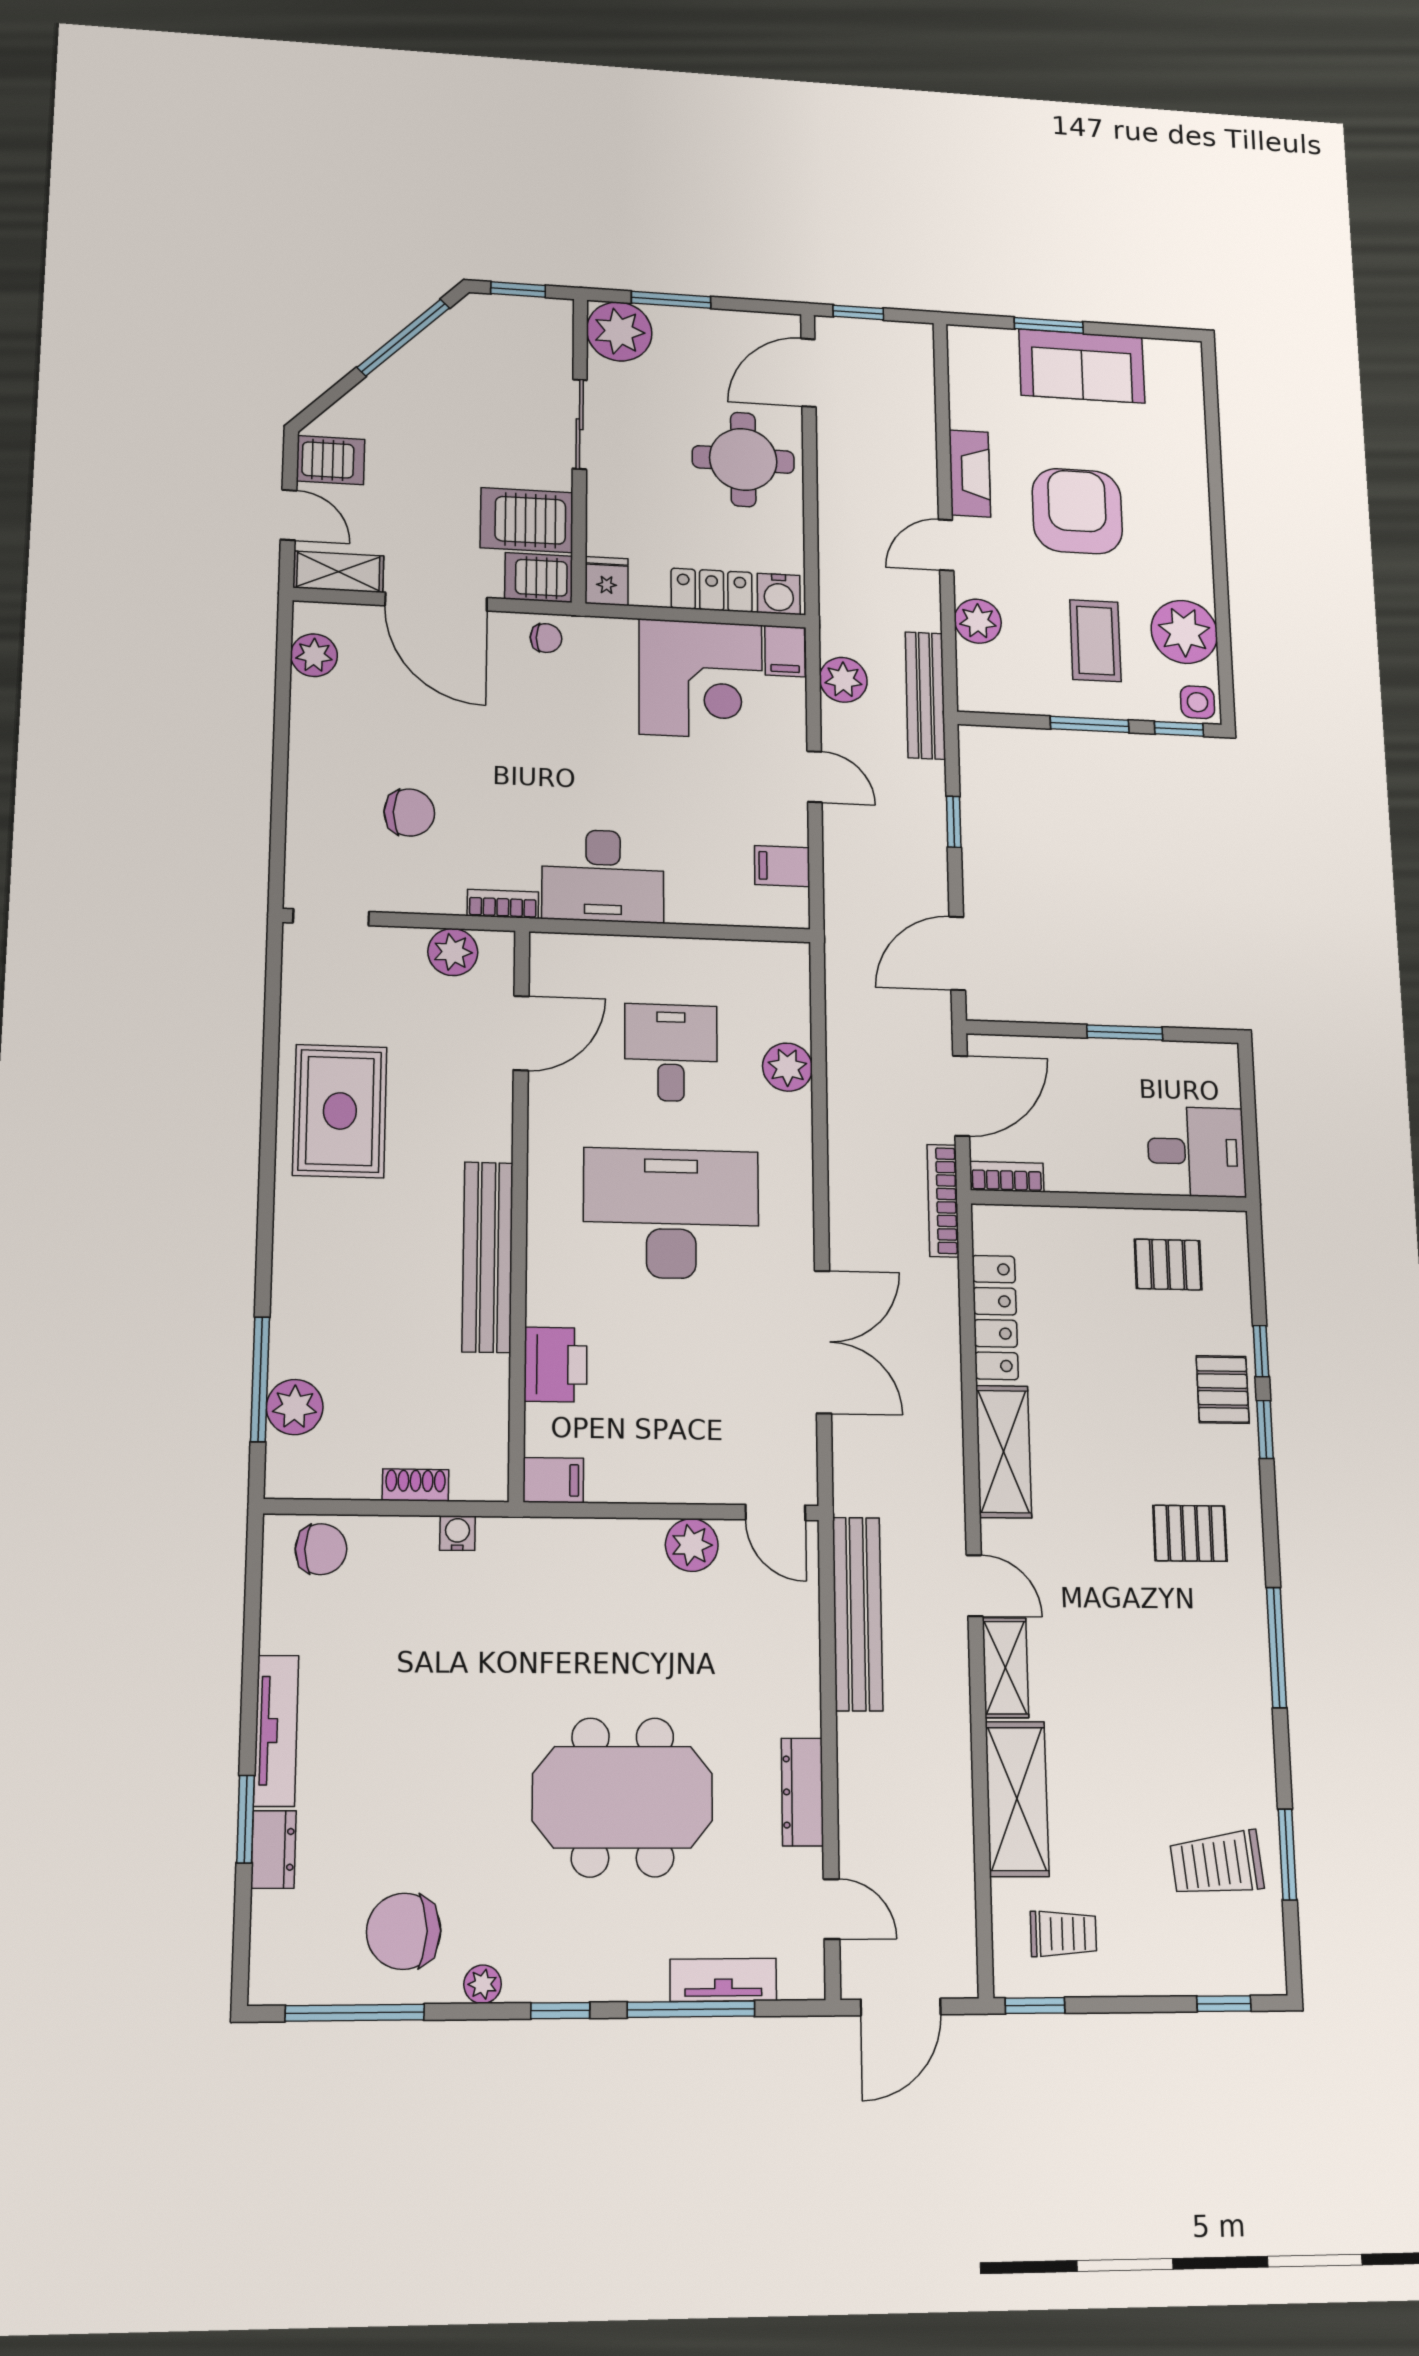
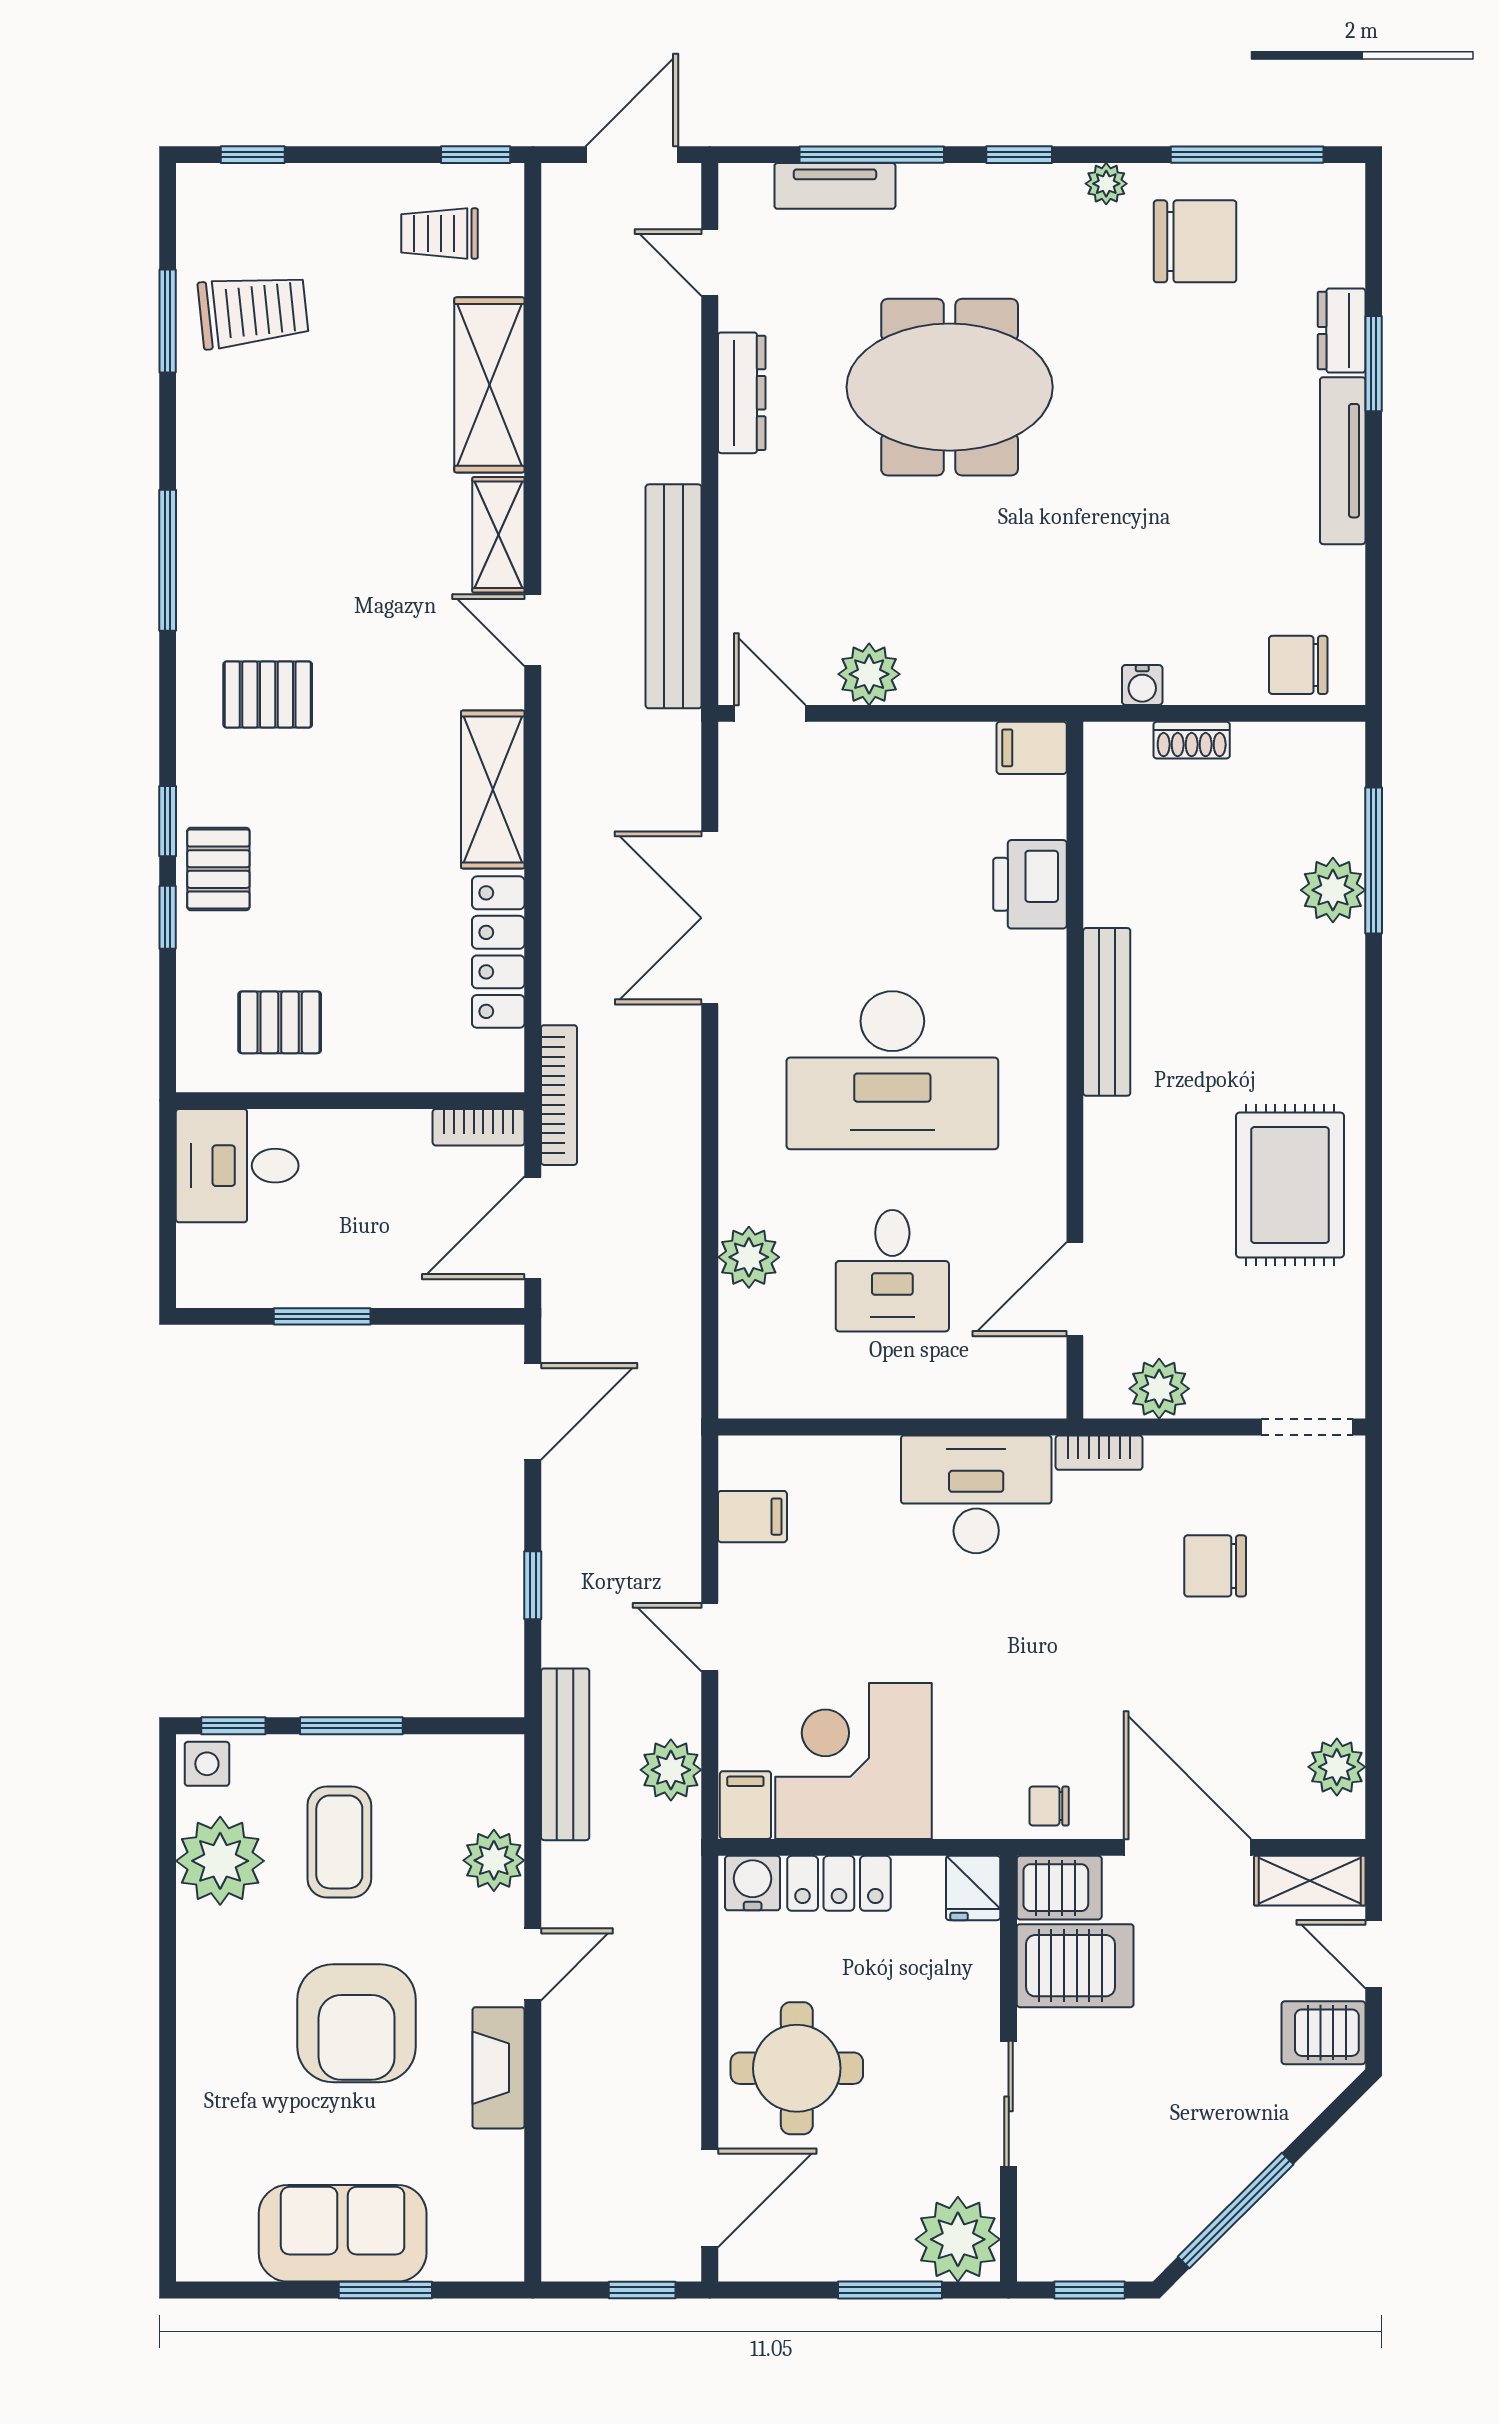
bench: (488, 1257) -> (1107, 1012), width x0.73, depth x0.82
plant: (295, 1407) -> (1333, 890), moved

